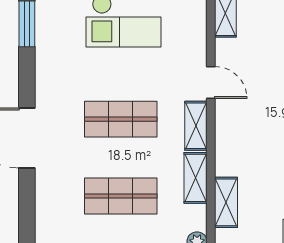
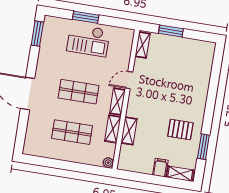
door: (211, 83) -> (129, 80), swing flipped
shelving: (226, 202) -> (129, 131), moved

